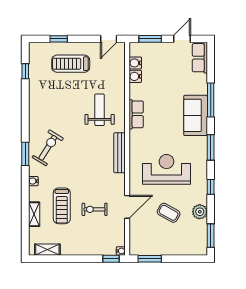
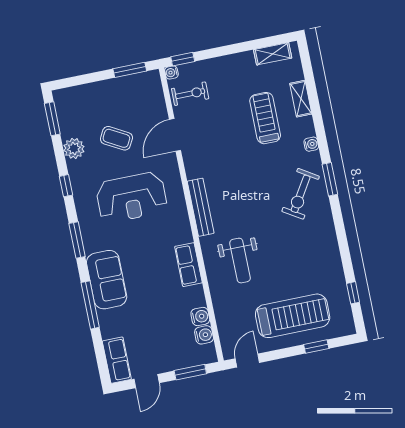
treadmill: (71, 64) -> (293, 316), width x1.37, depth x1.38
exercise bike: (95, 209) -> (190, 94), moved

